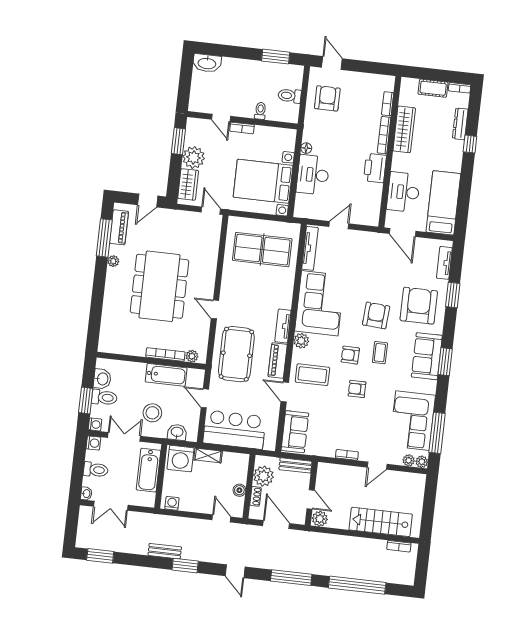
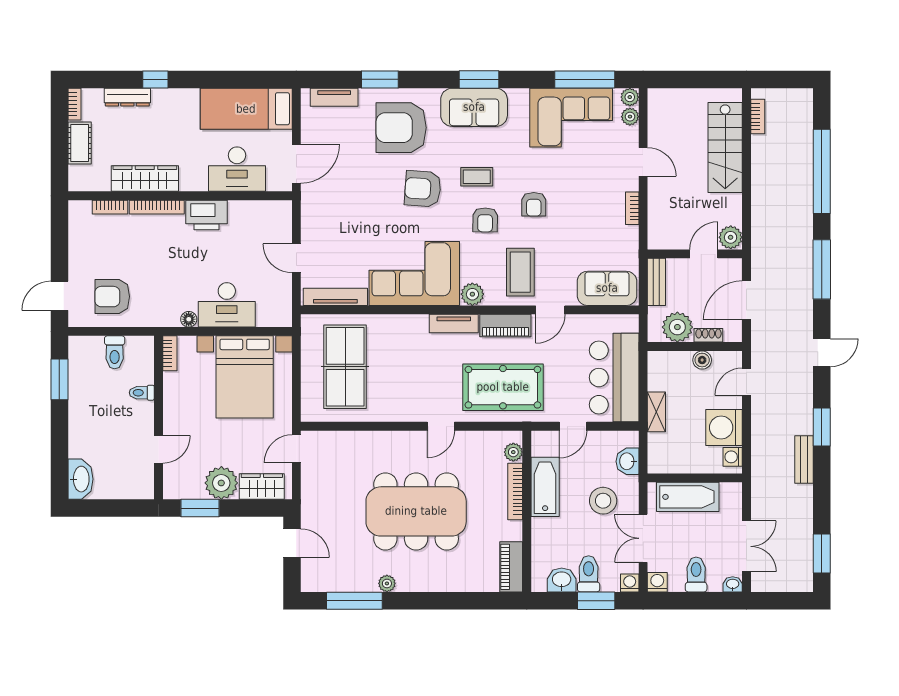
bookcase: (242, 128) -> (170, 353), moved
piano: (119, 227) -> (511, 567), moved, turned -90
washing machine: (181, 459) -> (724, 428), moved, turned 180

